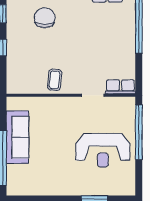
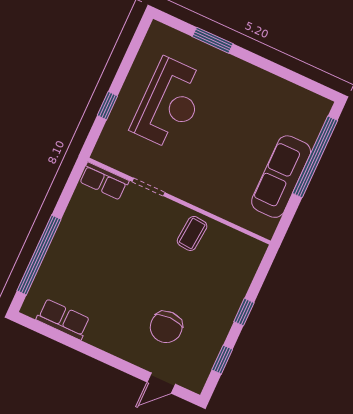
window: (139, 132) -> (107, 106), width x0.32
reception desk: (103, 150) -> (169, 104), turned 90

